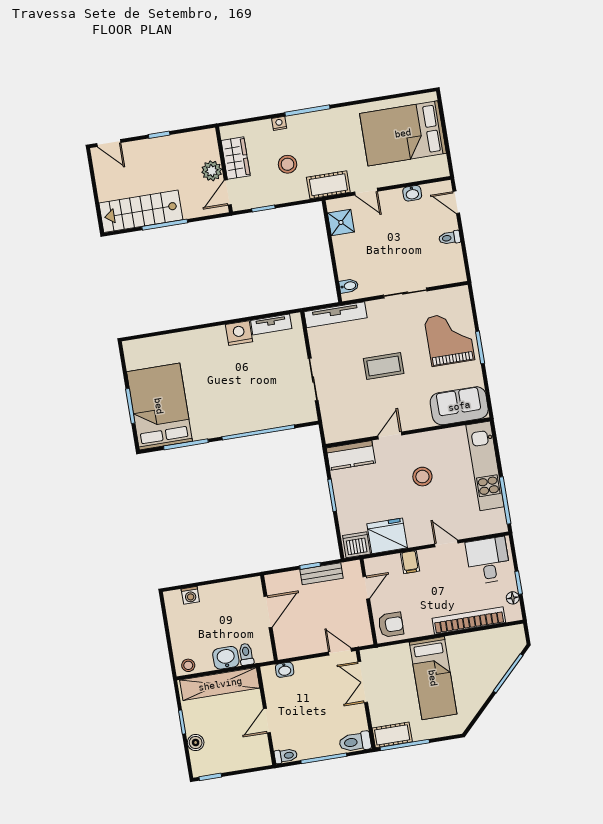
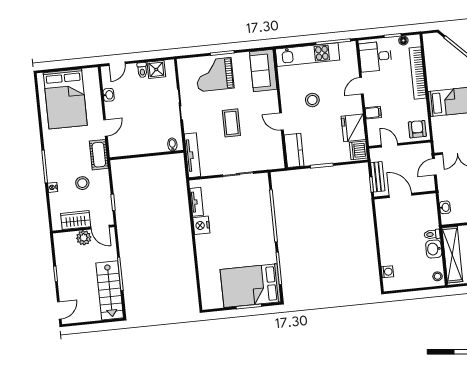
shower: (341, 222) -> (156, 69), moved
door: (268, 612) -> (400, 195), moved
wall: (269, 618) -> (405, 195), moved

